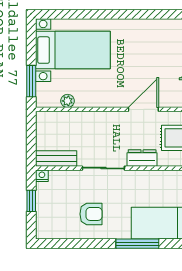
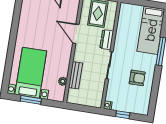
window: (31, 81) -> (31, 100), moved
bench: (56, 158) -> (75, 75), moved
armchair: (91, 214) -> (137, 78), turned 90

